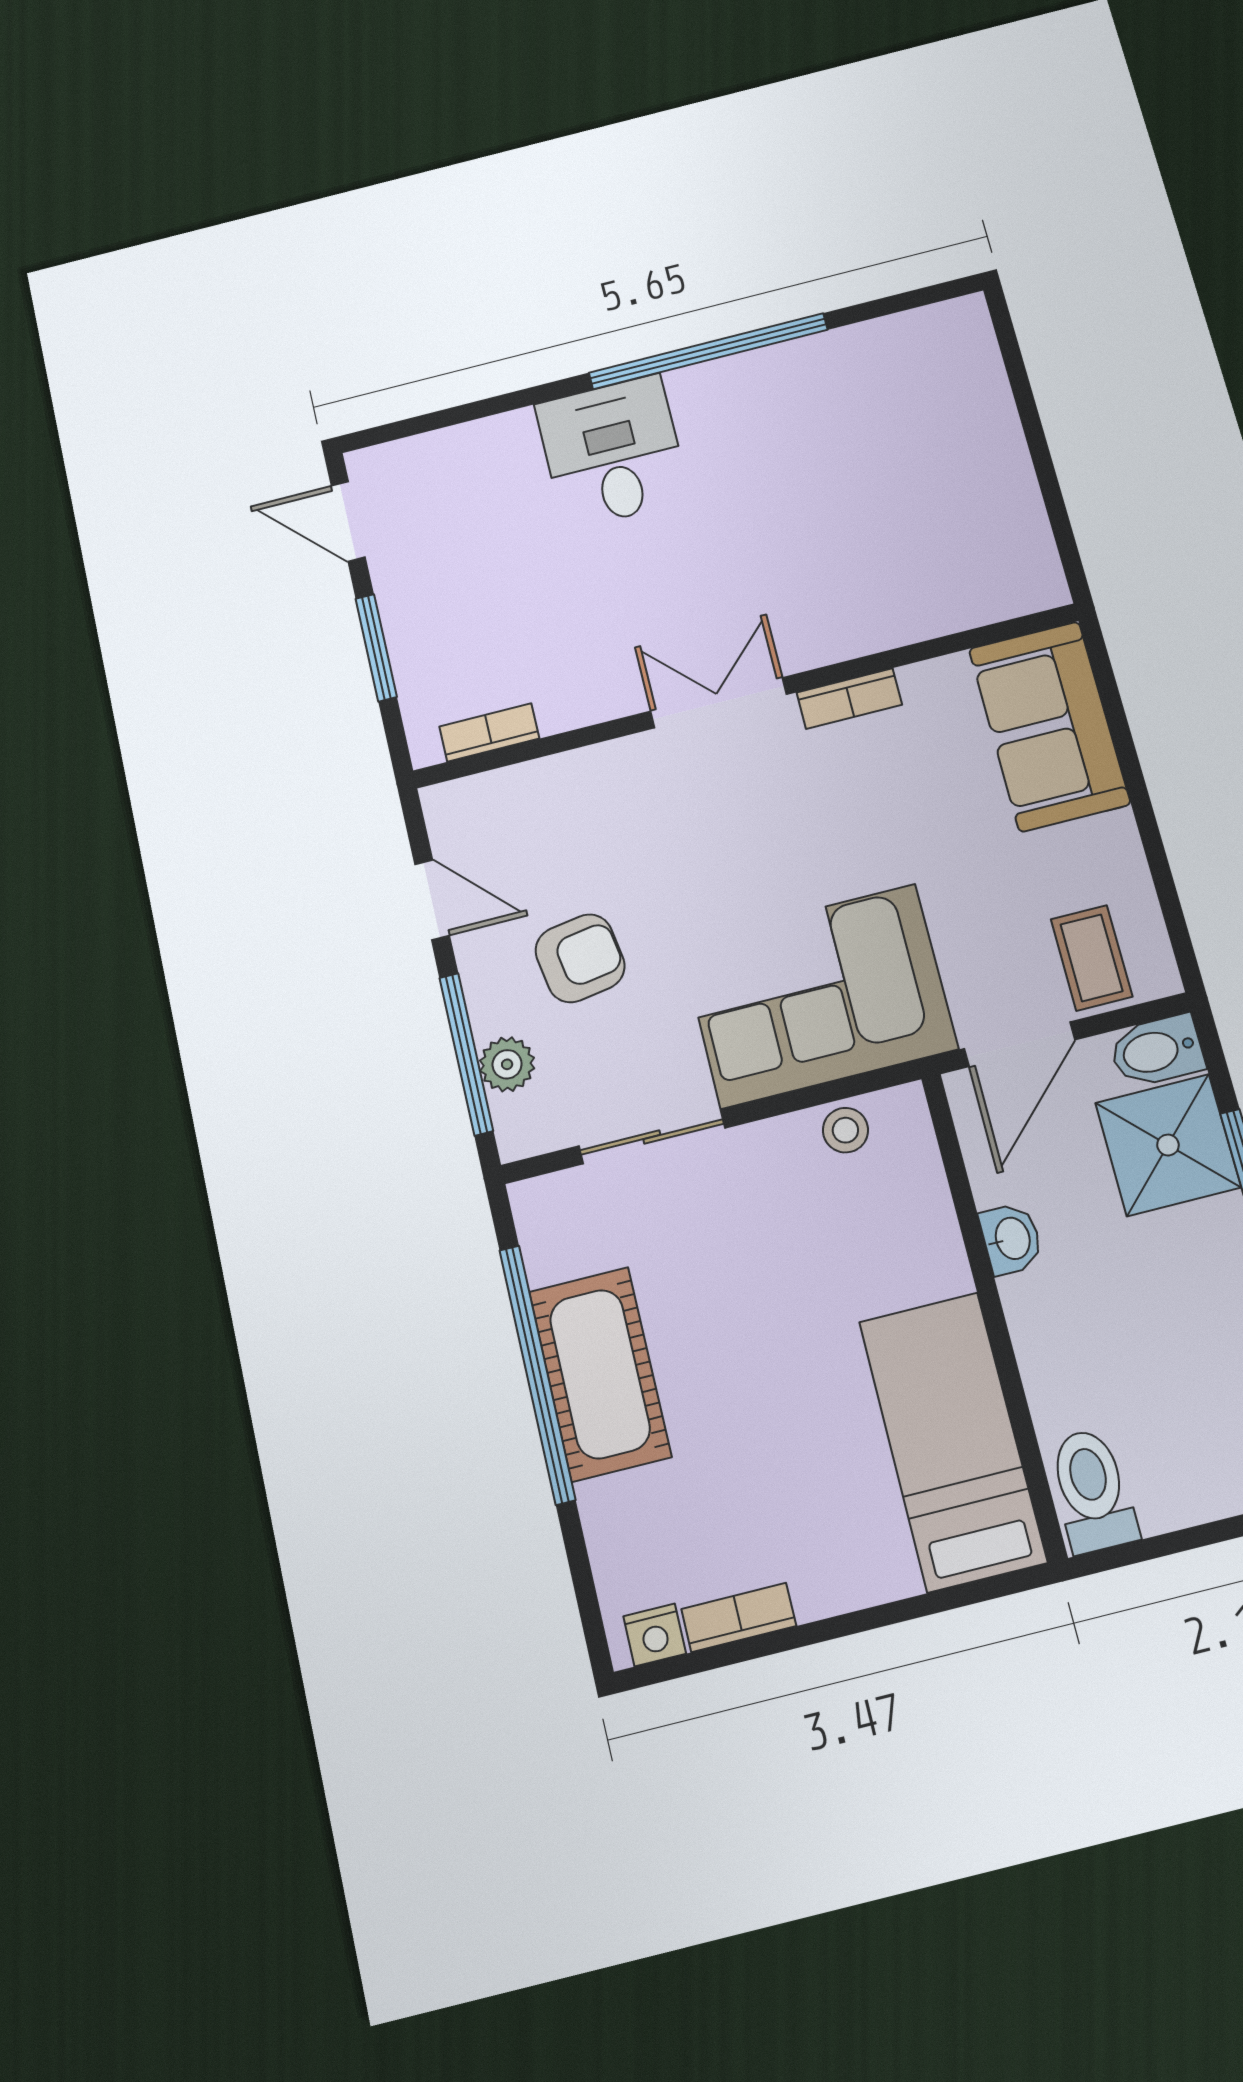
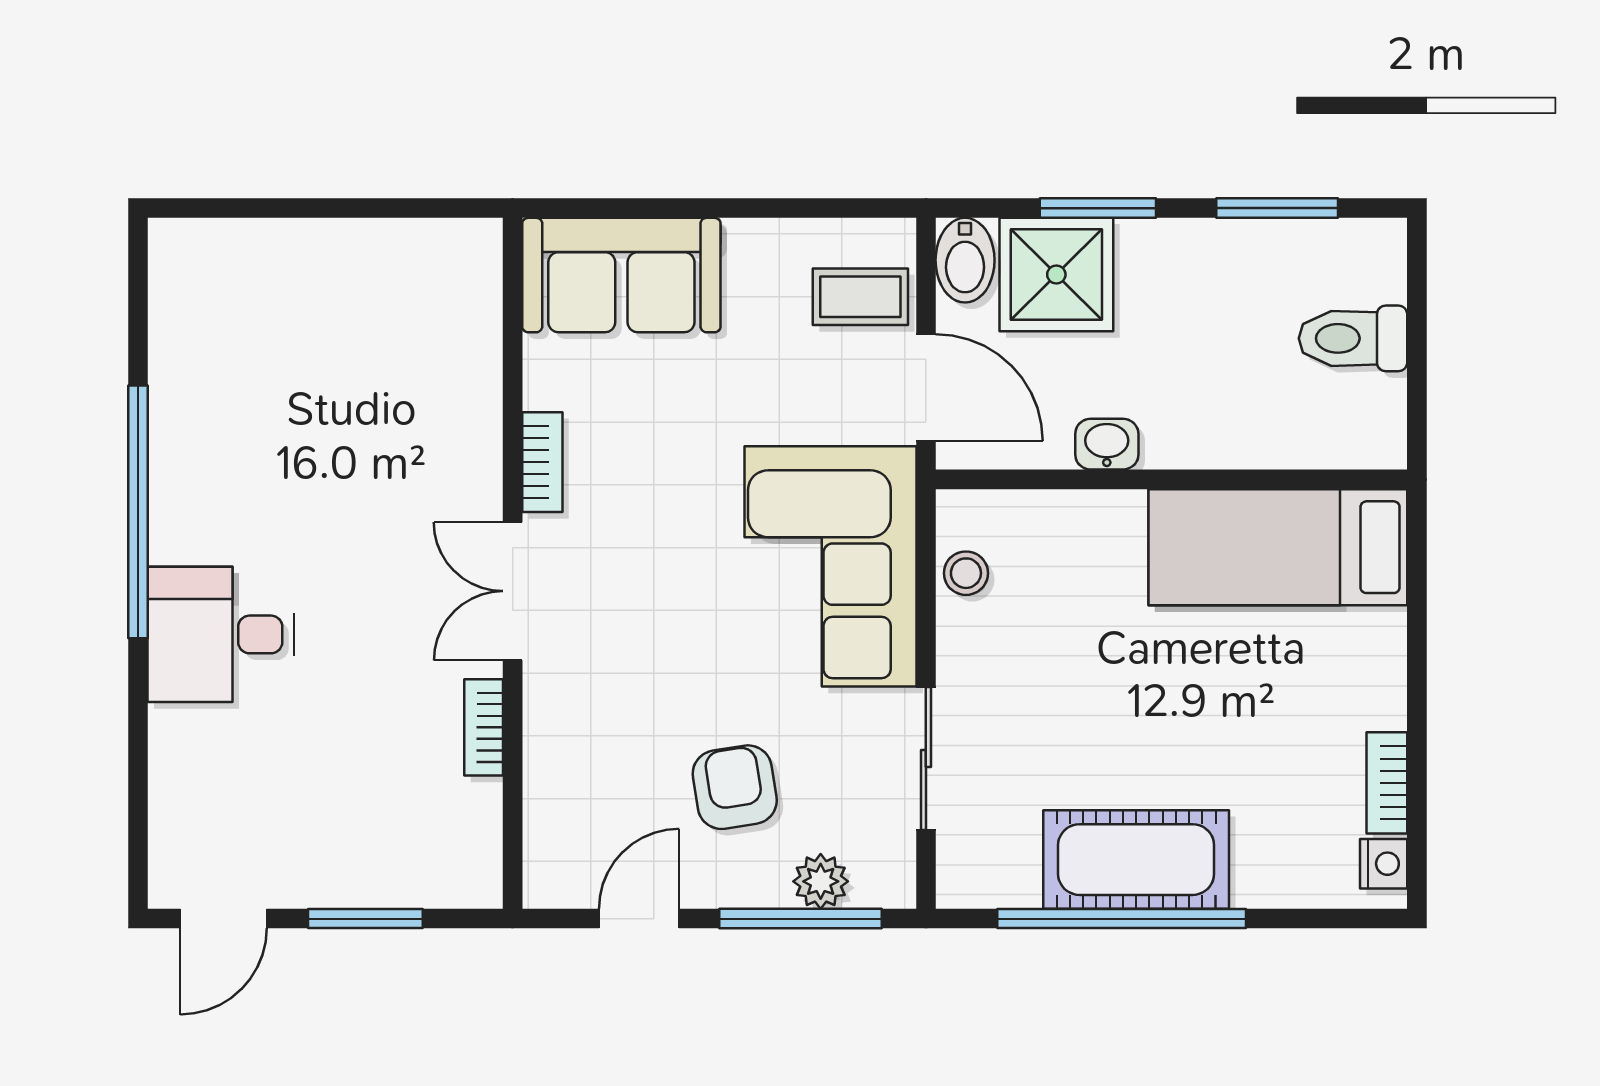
bookcase: (489, 733) -> (484, 727), moved
toilet: (1092, 1490) -> (1353, 338), moved

